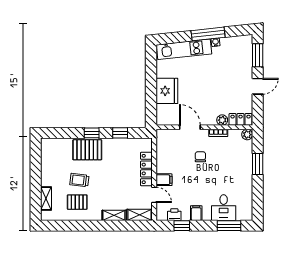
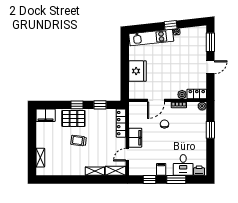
window: (208, 34) -> (171, 25), width x0.46
door: (190, 127) -> (156, 100), swing flipped
filing cabinet: (53, 146) -> (46, 115), added
locker: (146, 169) -> (121, 123), moved
trolley: (79, 180) -> (79, 141), moved
filing cabinet: (164, 180) -> (135, 138), width x2.00
door: (154, 195) -> (127, 155), swing flipped
pallet: (77, 202) -> (65, 160), removed
printer: (174, 215) -> (199, 171), moved
window: (229, 226) -> (176, 179), moved

